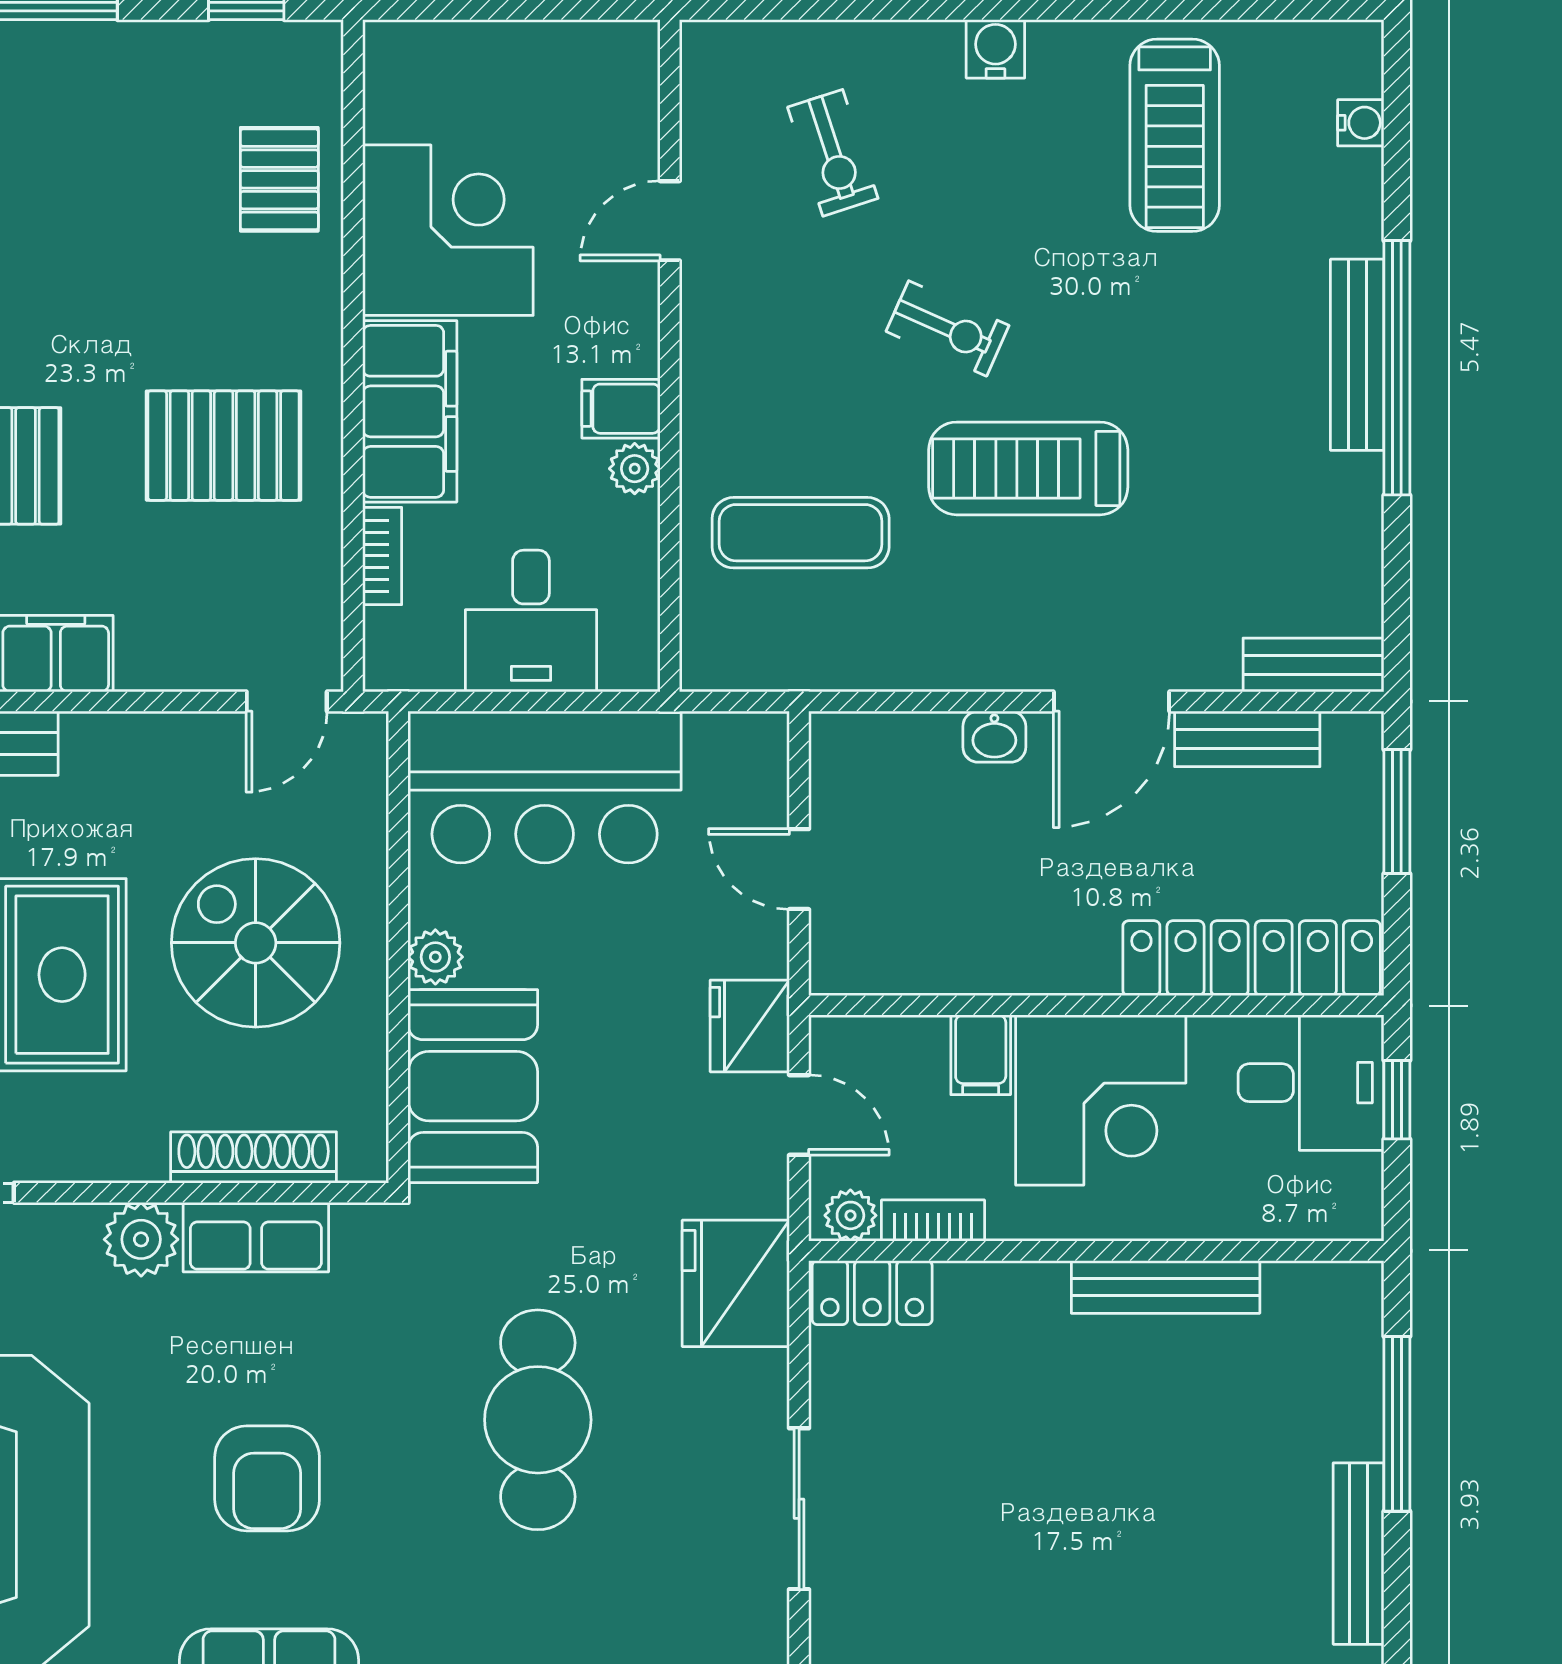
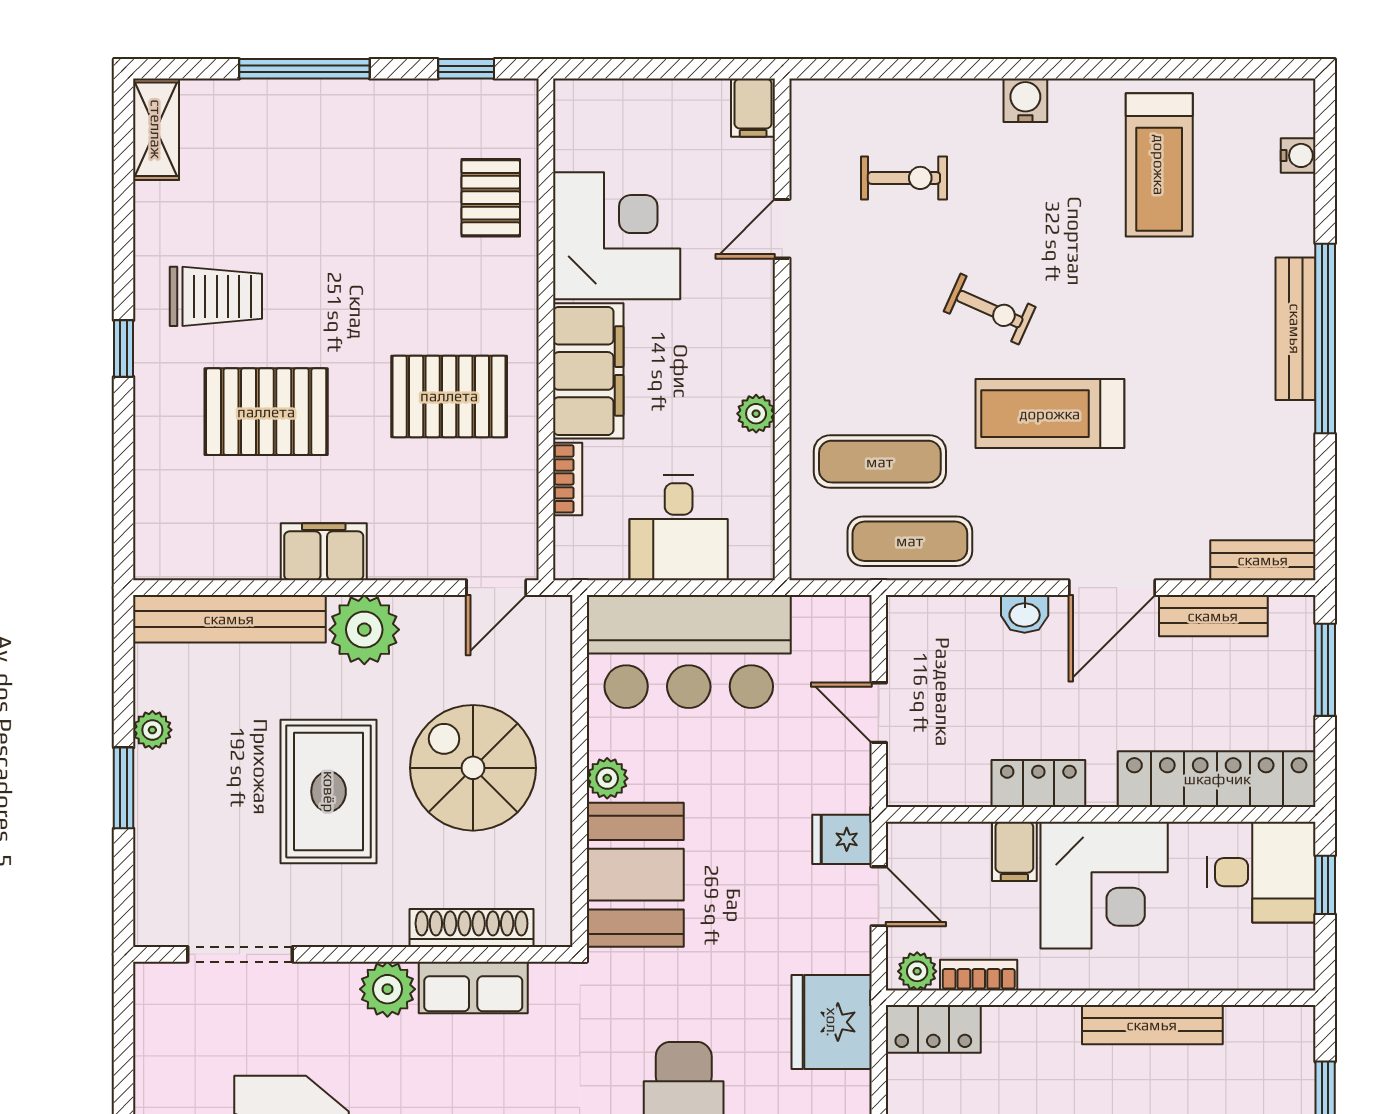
exercise bike: (833, 153) -> (904, 178), turned -72
filing cabinet: (621, 409) -> (753, 108), moved, turned -90
exercise mat: (841, 639) -> (910, 541), added
plant: (110, 758) -> (364, 630), added
locker: (1013, 964) -> (1038, 784), added
fridge: (750, 1026) -> (842, 839), width x0.72

